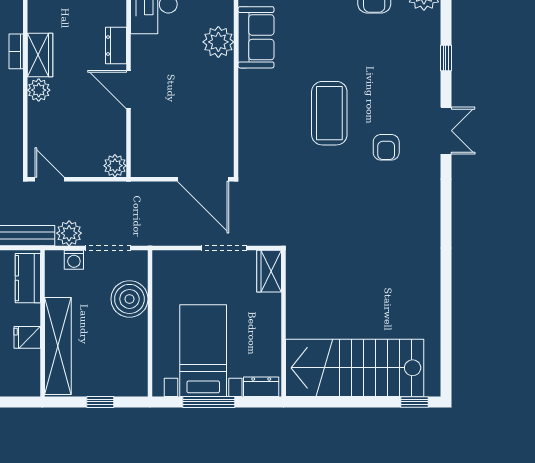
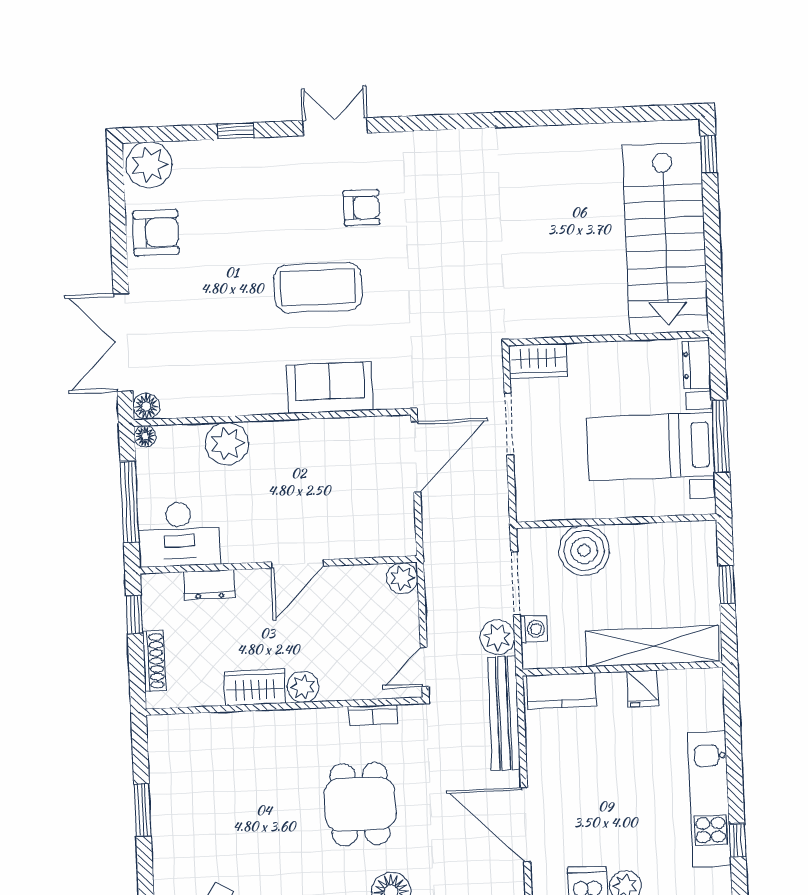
sofa: (256, 37) -> (330, 388), moved
dresser: (116, 46) -> (209, 585), moved
bookcase: (16, 51) -> (373, 715), moved

